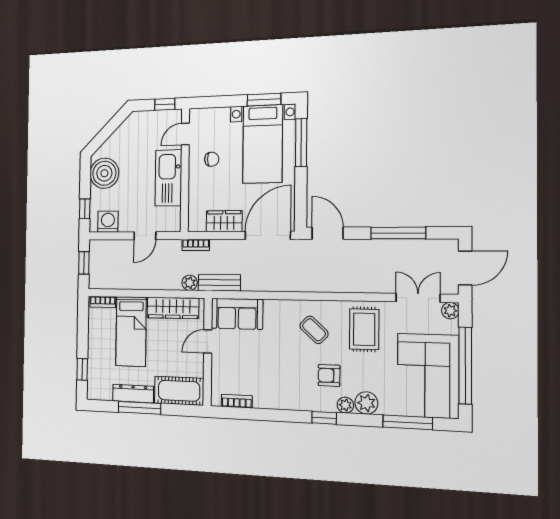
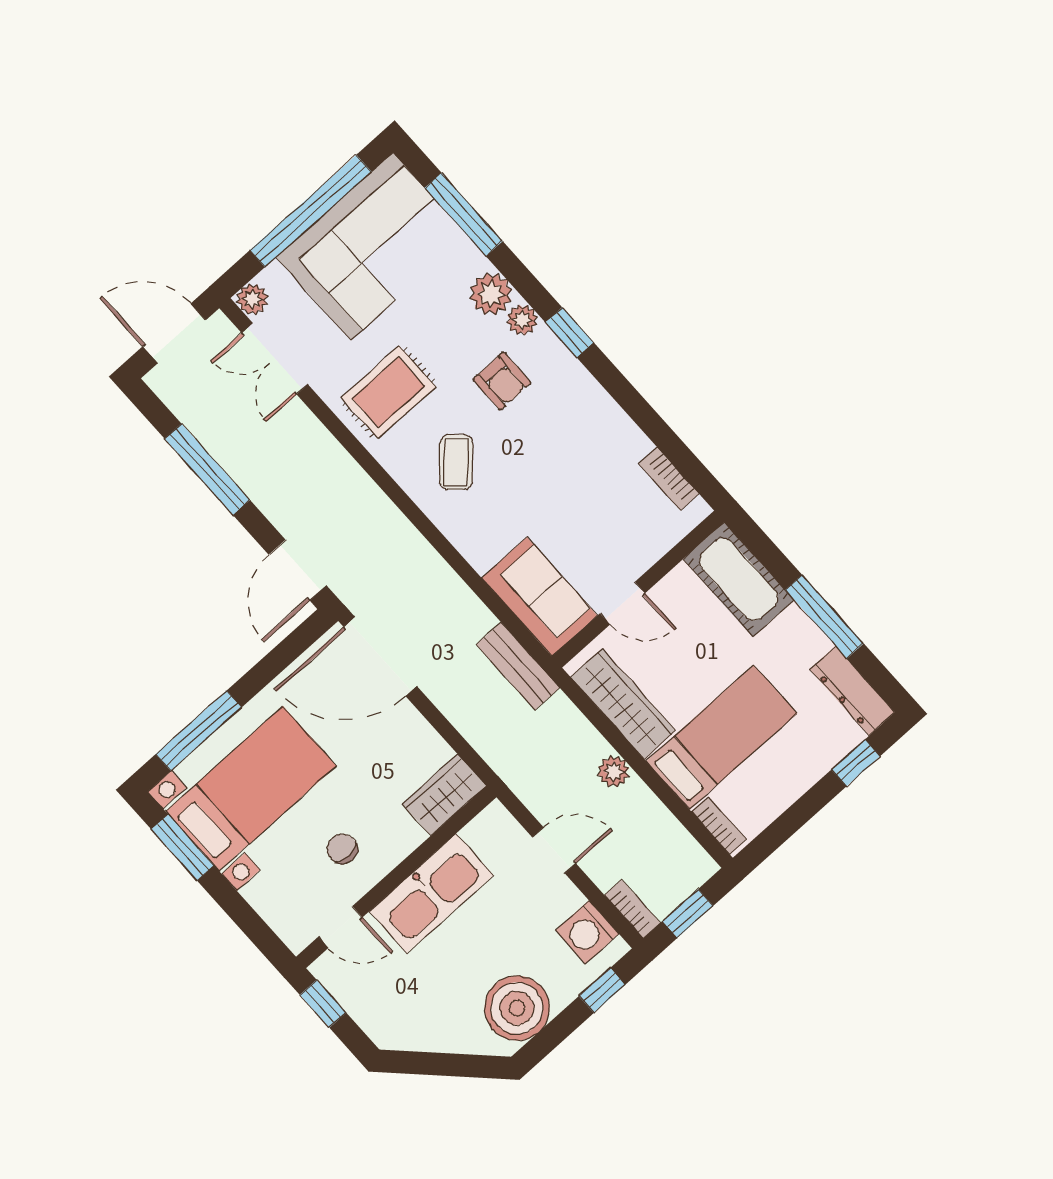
wardrobe: (224, 221) -> (444, 795), moved, turned 90
bookcase: (196, 245) -> (632, 909), moved
plant: (190, 283) -> (614, 772), moved
dresser: (133, 394) -> (852, 691), moved

